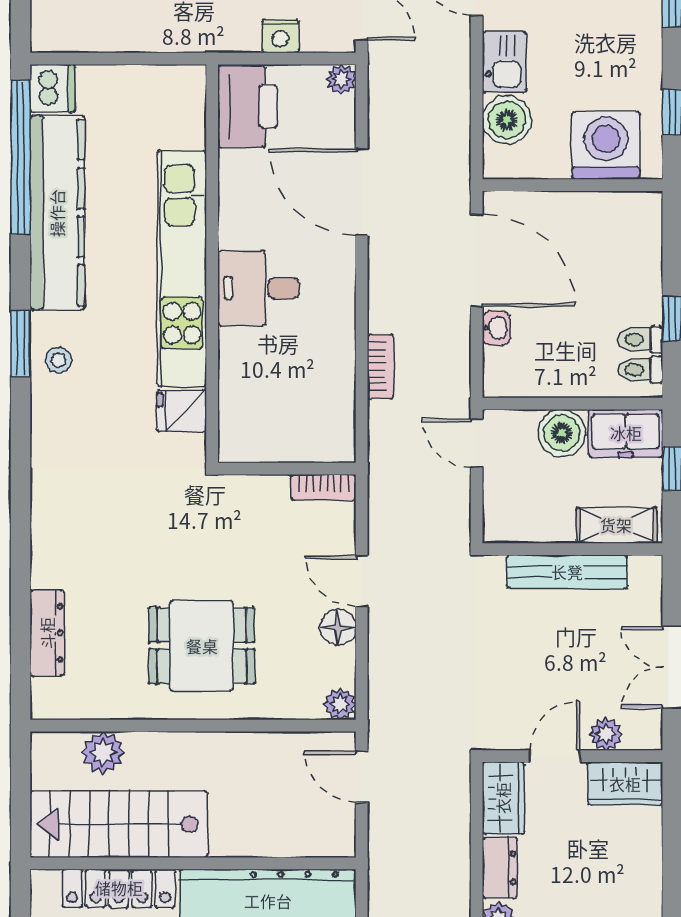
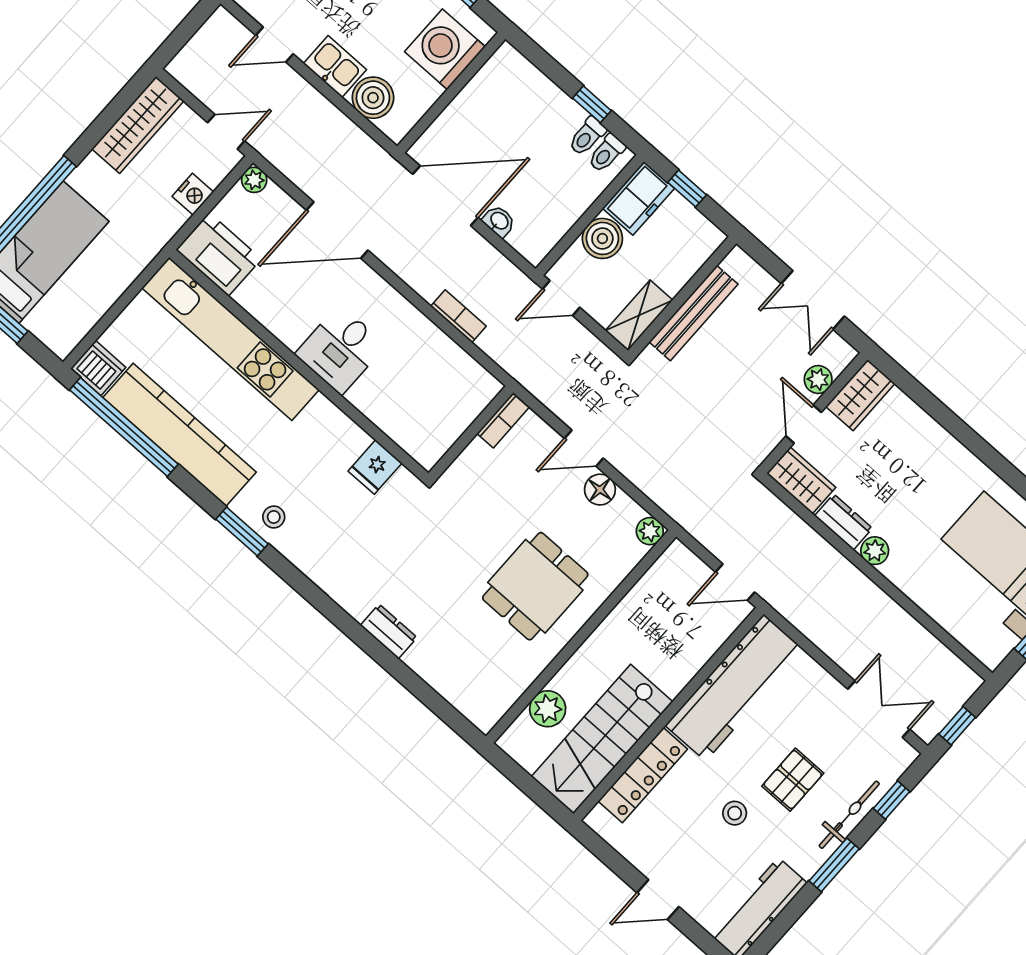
kitchen unit: (182, 269) -> (231, 339), moved
shelving: (616, 525) -> (639, 315), moved
dresser: (47, 633) -> (389, 631), moved, width x0.70
door: (362, 777) -> (735, 582), moved

